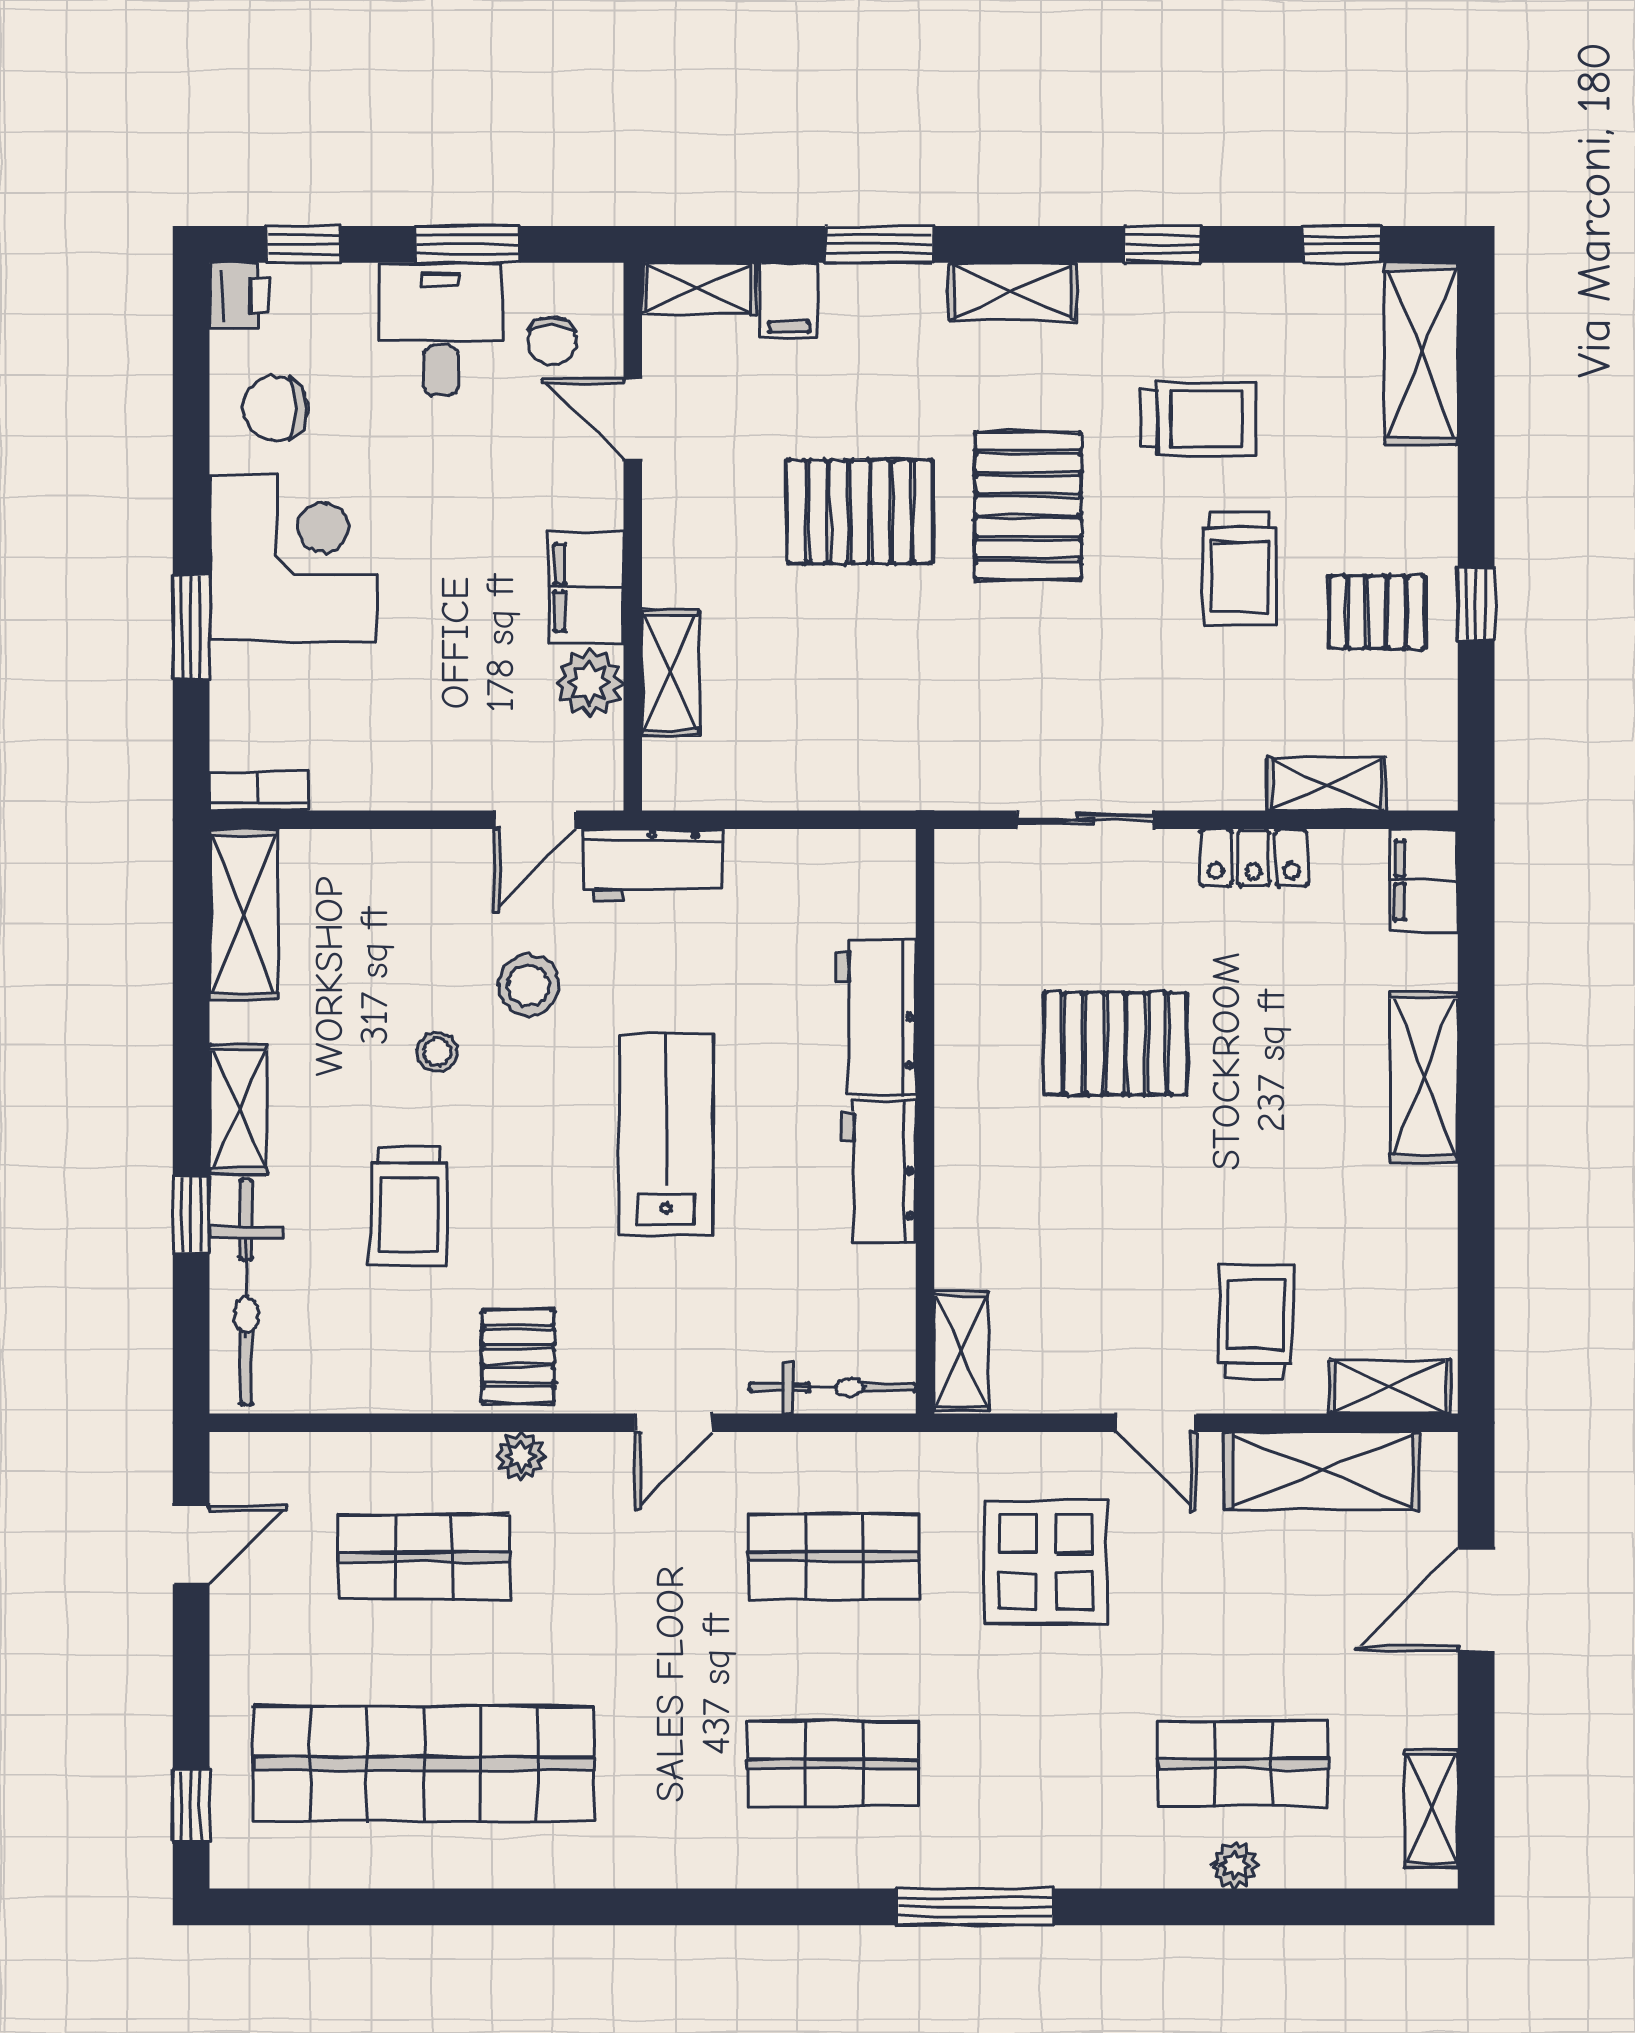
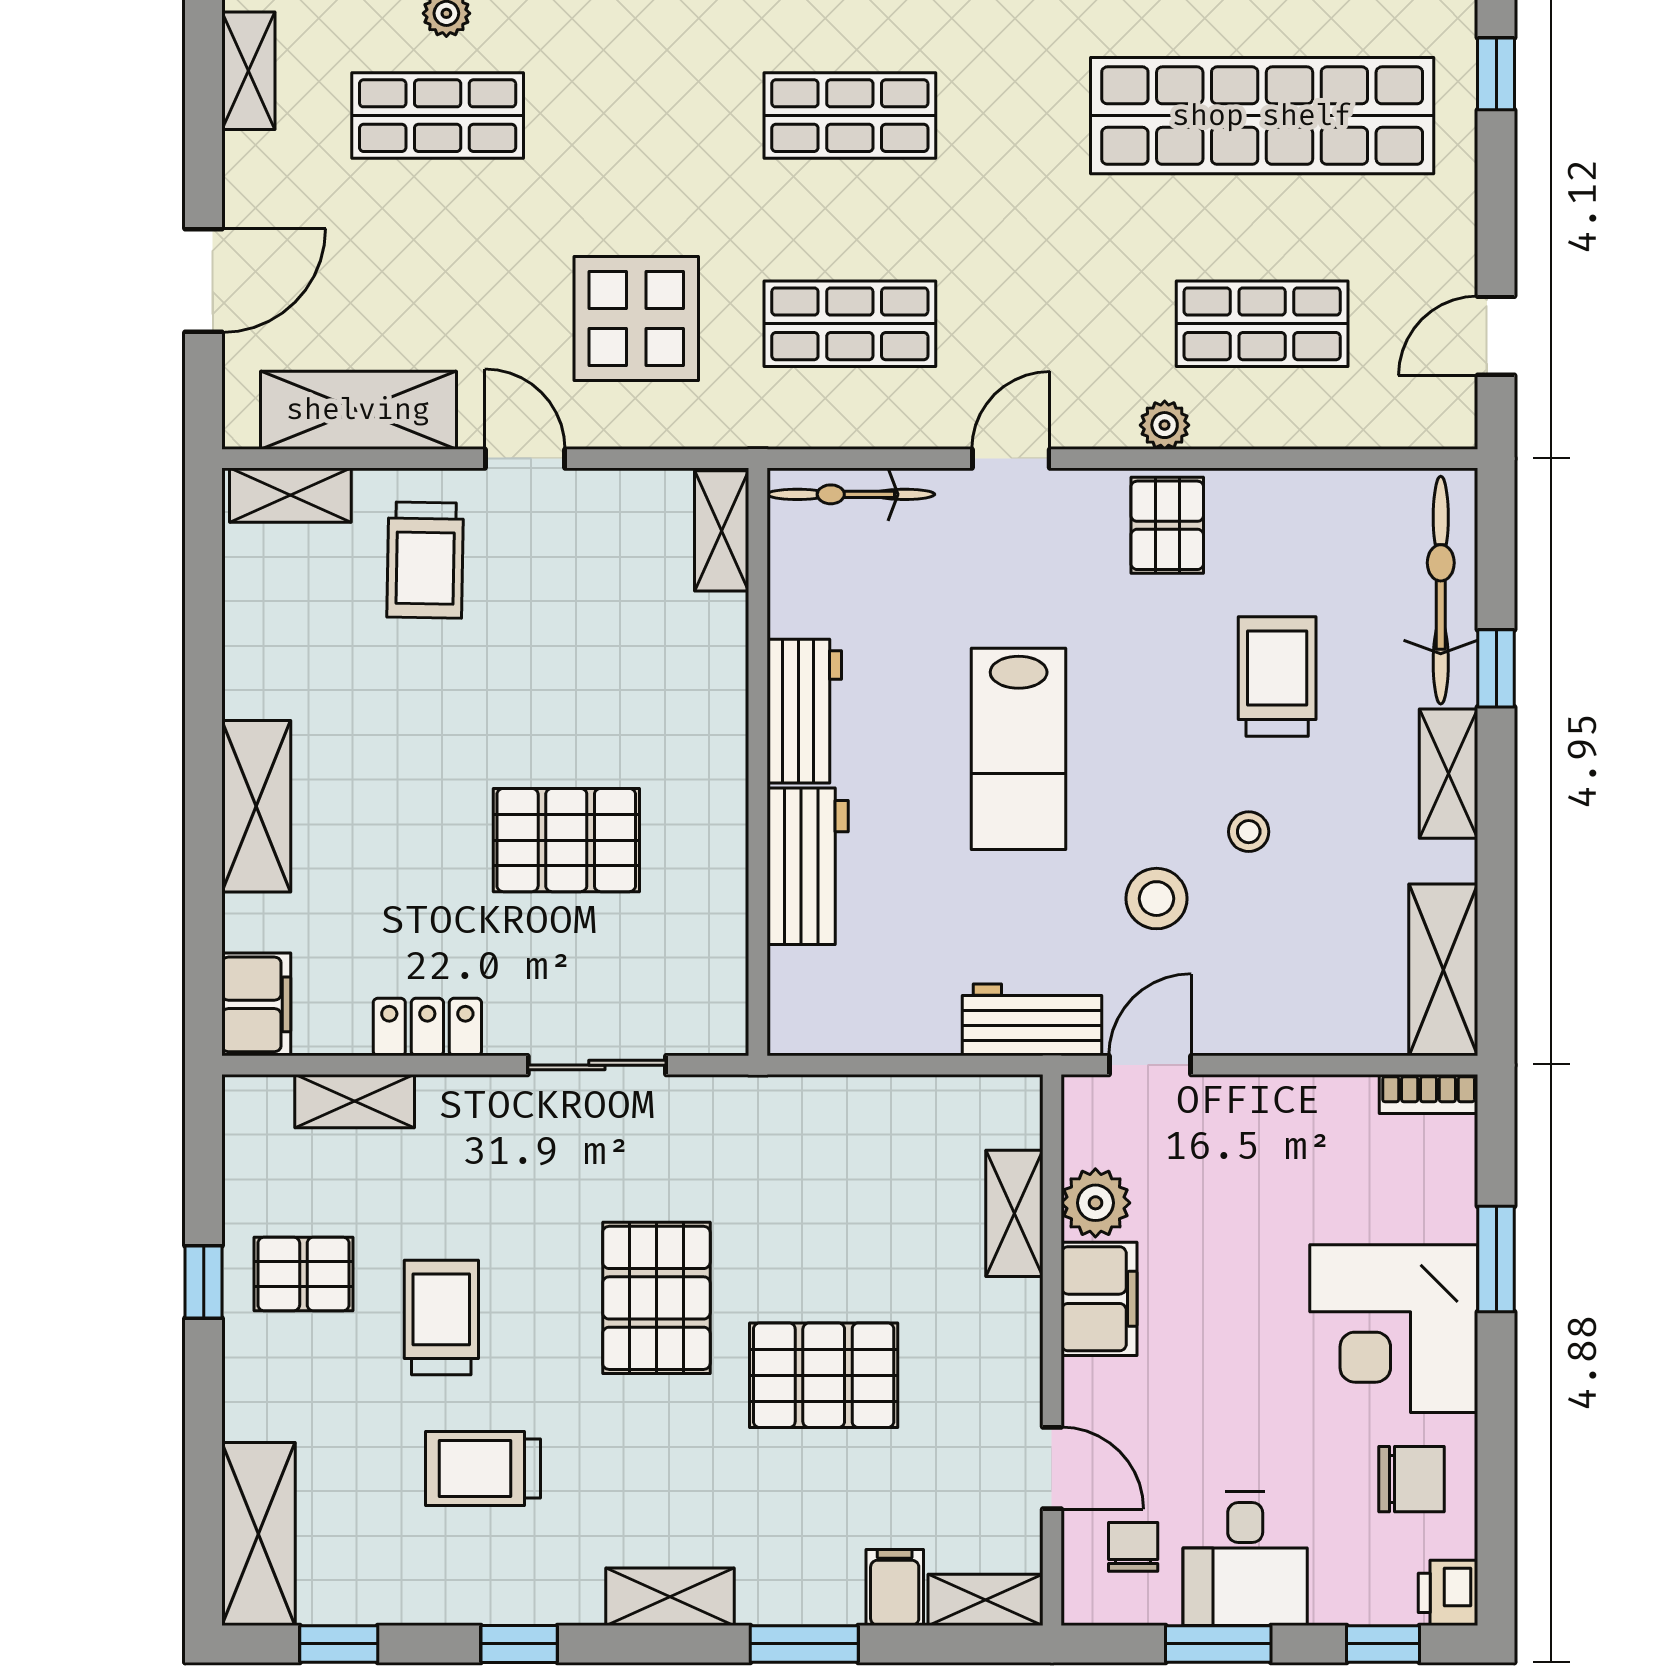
pallet: (1028, 506) -> (656, 1298), moved

